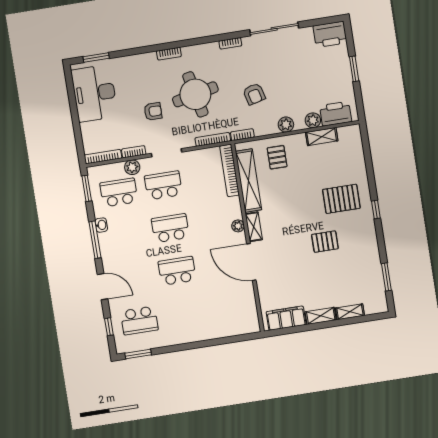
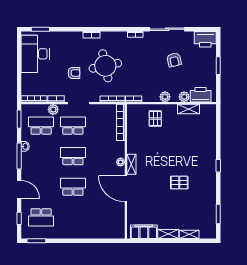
armchair: (254, 94) -> (174, 60), moved
shelving: (249, 181) -> (133, 132), removed
pallet: (341, 199) -> (195, 155), removed

